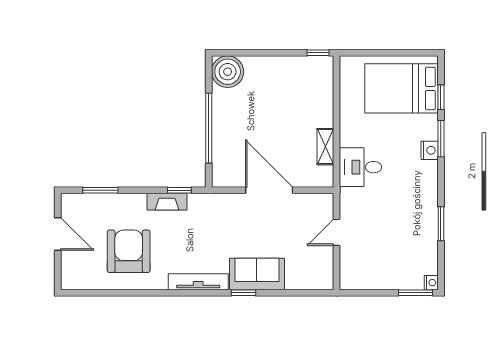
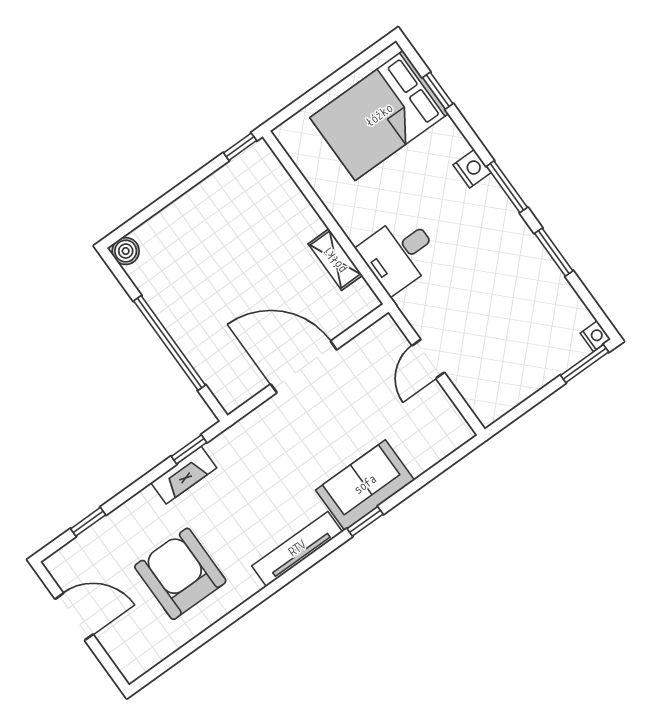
boiler: (228, 72) -> (126, 251), width x0.54, depth x0.54
window: (441, 139) -> (507, 187), moved
window: (100, 190) -> (88, 522), width x0.67

